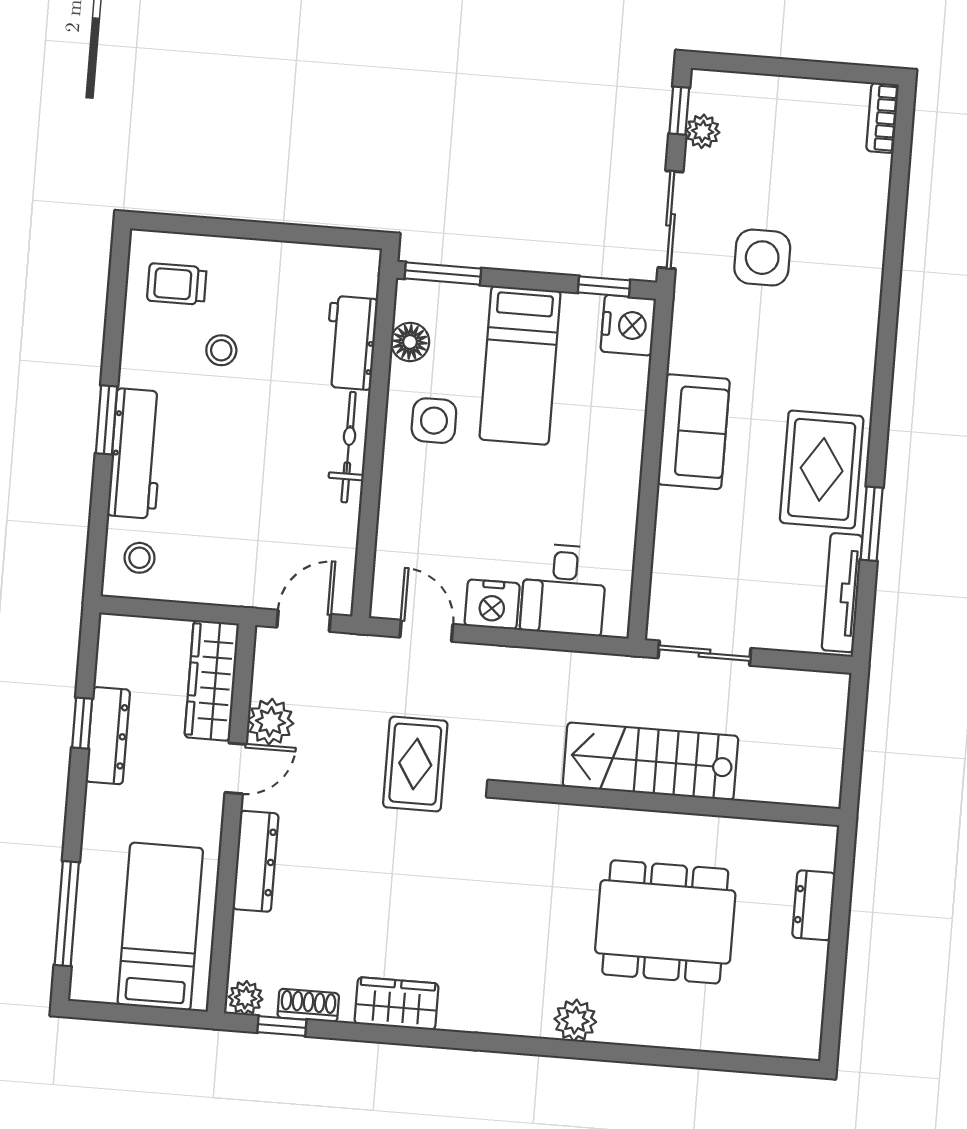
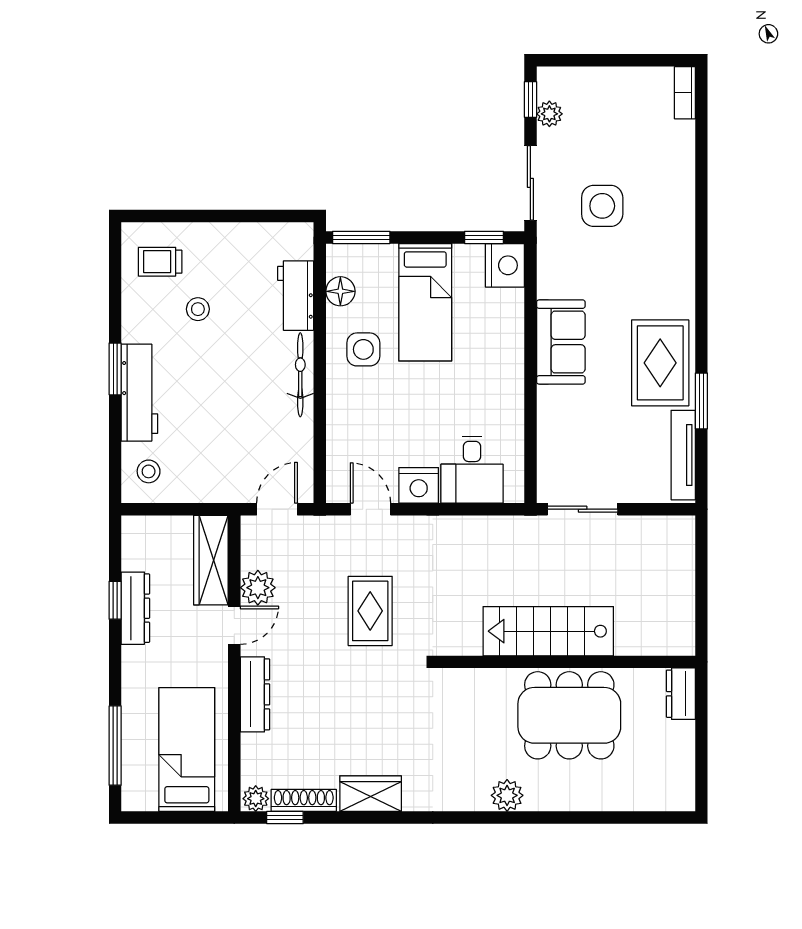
stairs: (650, 761) -> (548, 631), moved
wall: (672, 804) -> (567, 662), moved
shoe rack: (308, 1005) -> (304, 800), width x1.43

